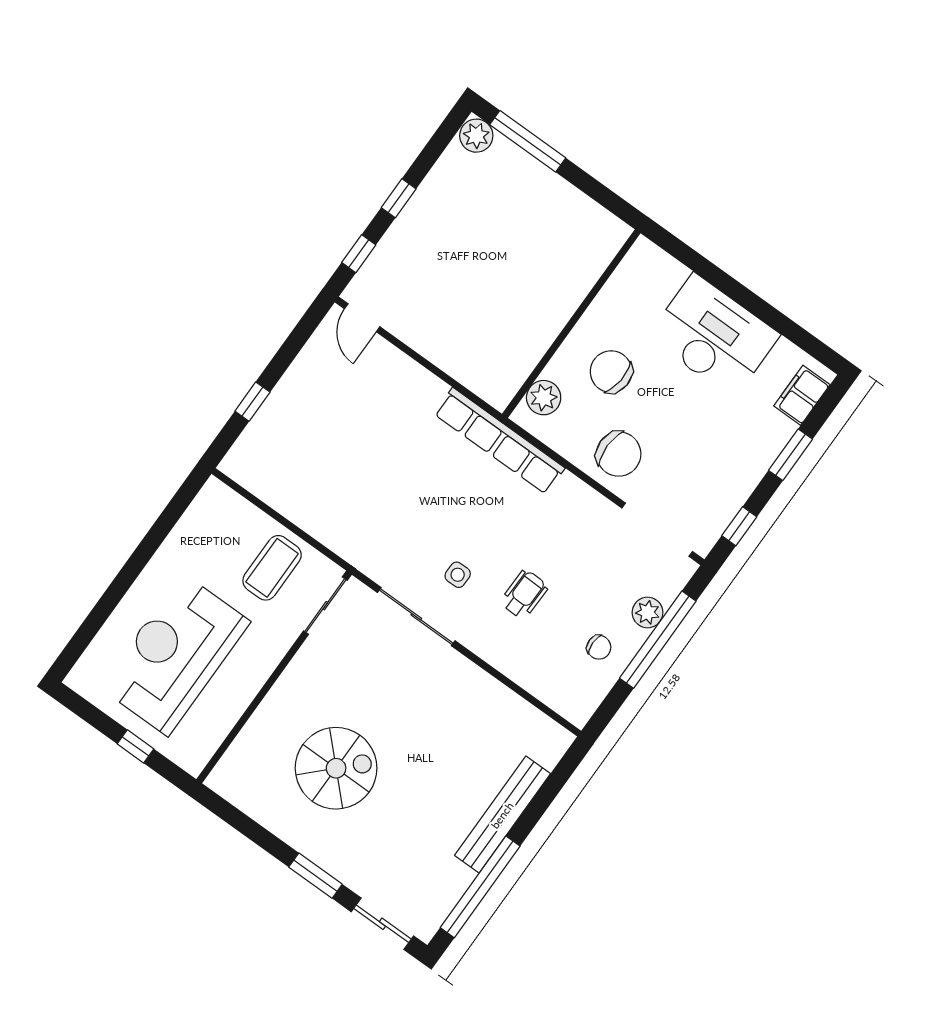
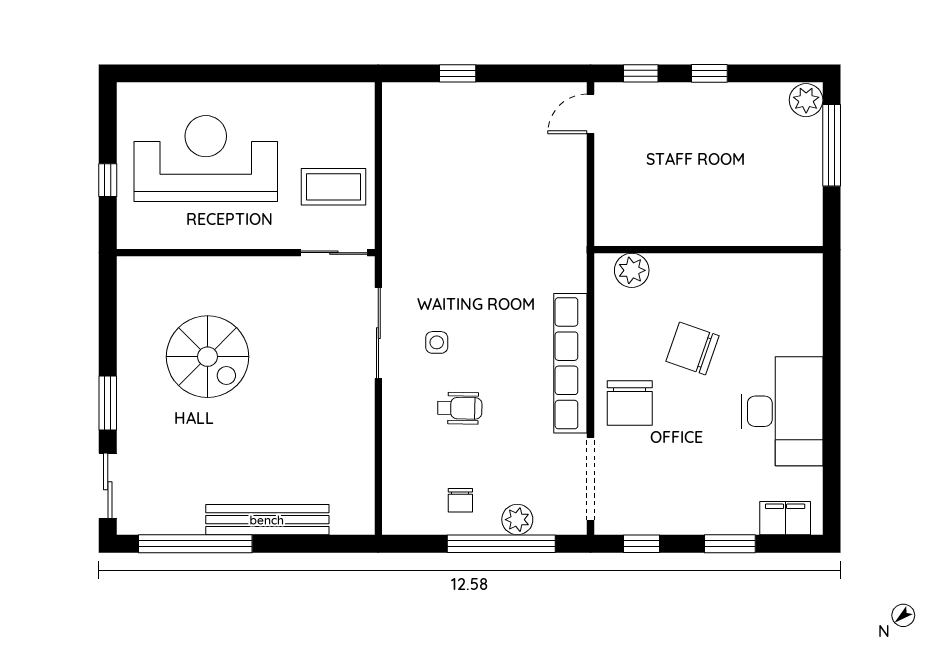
wall: (571, 324) -> (708, 250), moved
chair: (611, 372) -> (693, 348), turned -76
plant: (544, 398) -> (632, 270), moved
row of seats: (499, 441) -> (570, 363), moved

